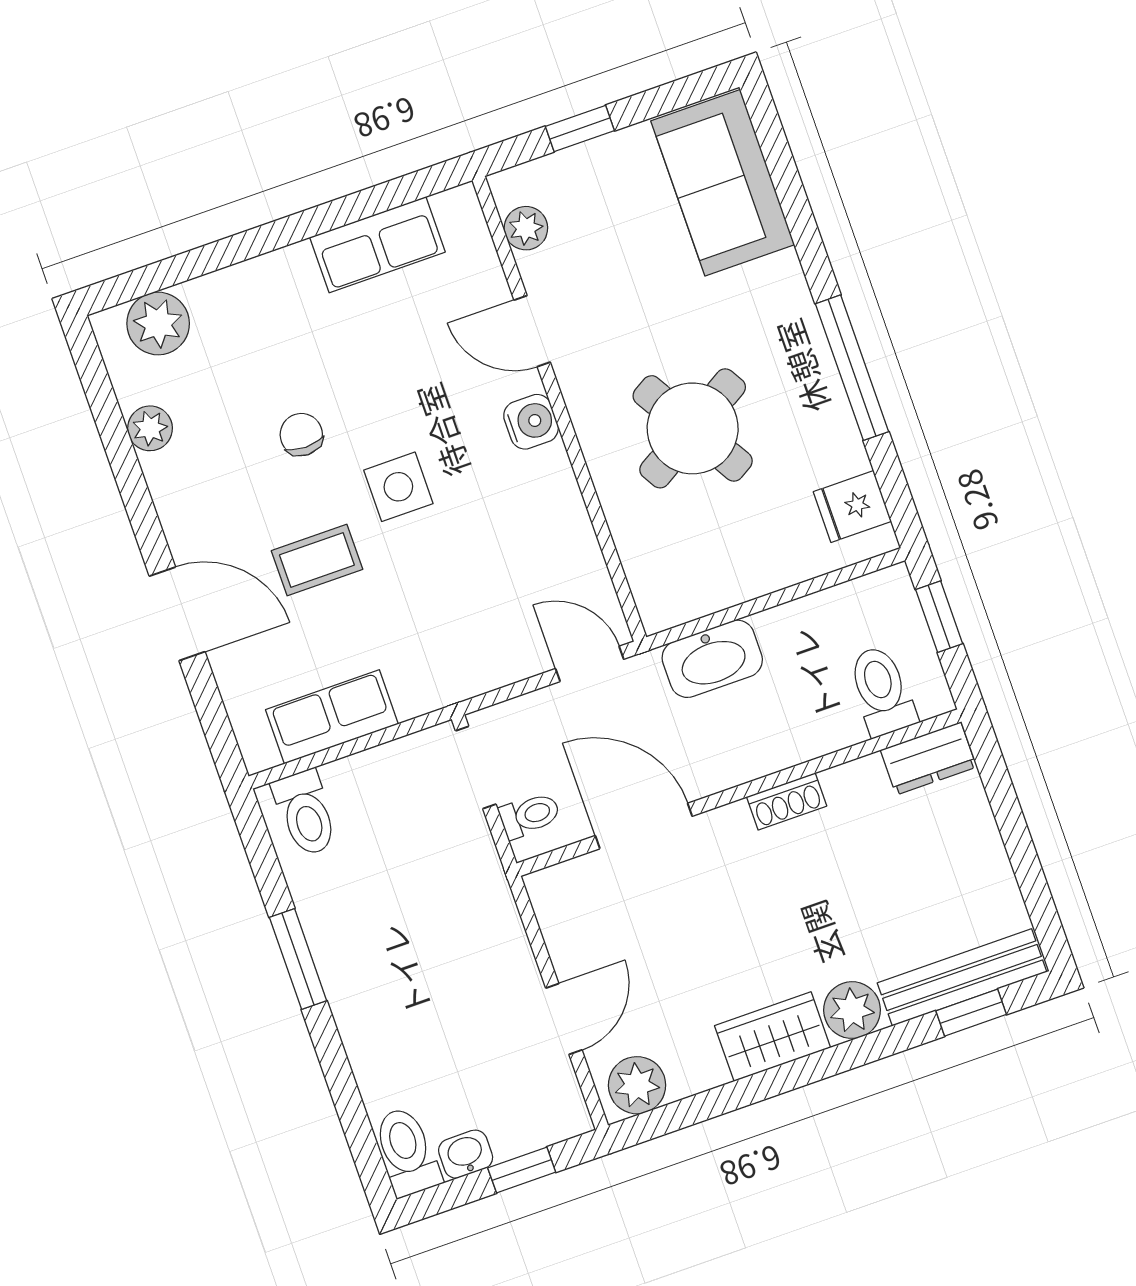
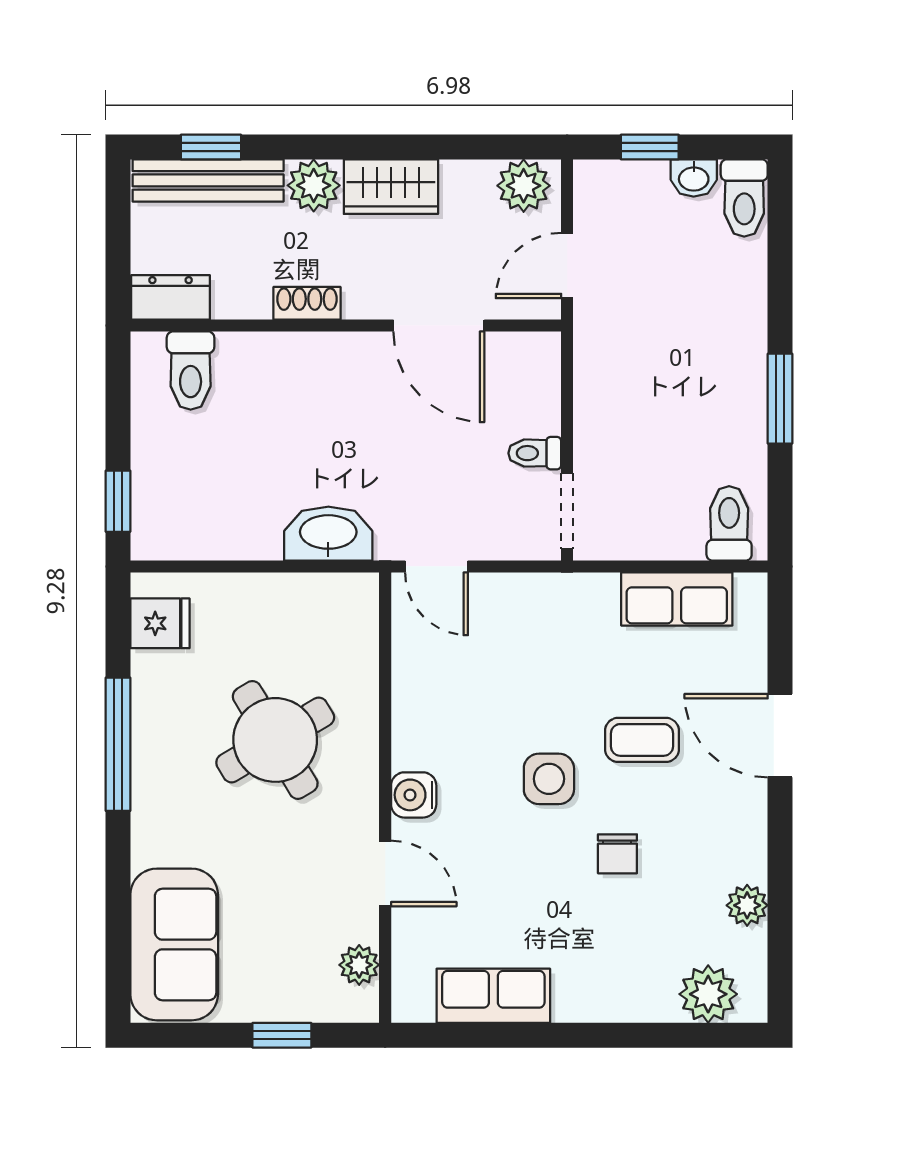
toilet: (882, 691) -> (191, 371), moved
dresser: (928, 758) -> (171, 297), moved
wall: (739, 793) -> (346, 325), moved
shoe rack: (787, 801) -> (307, 303), moved
door: (644, 826) -> (439, 325), moved

